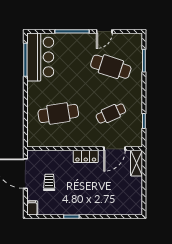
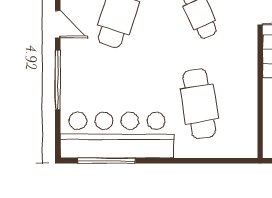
bar counter: (40, 57) -> (117, 135), width x1.36

